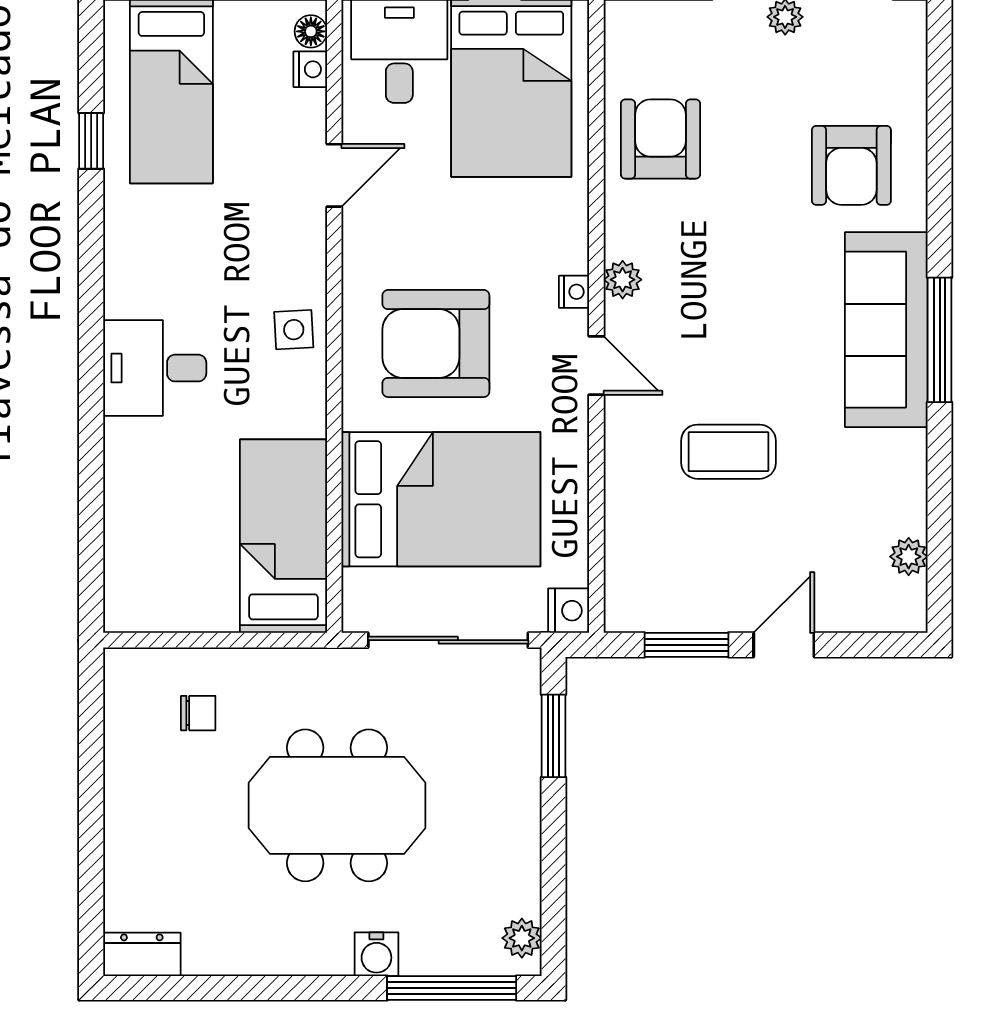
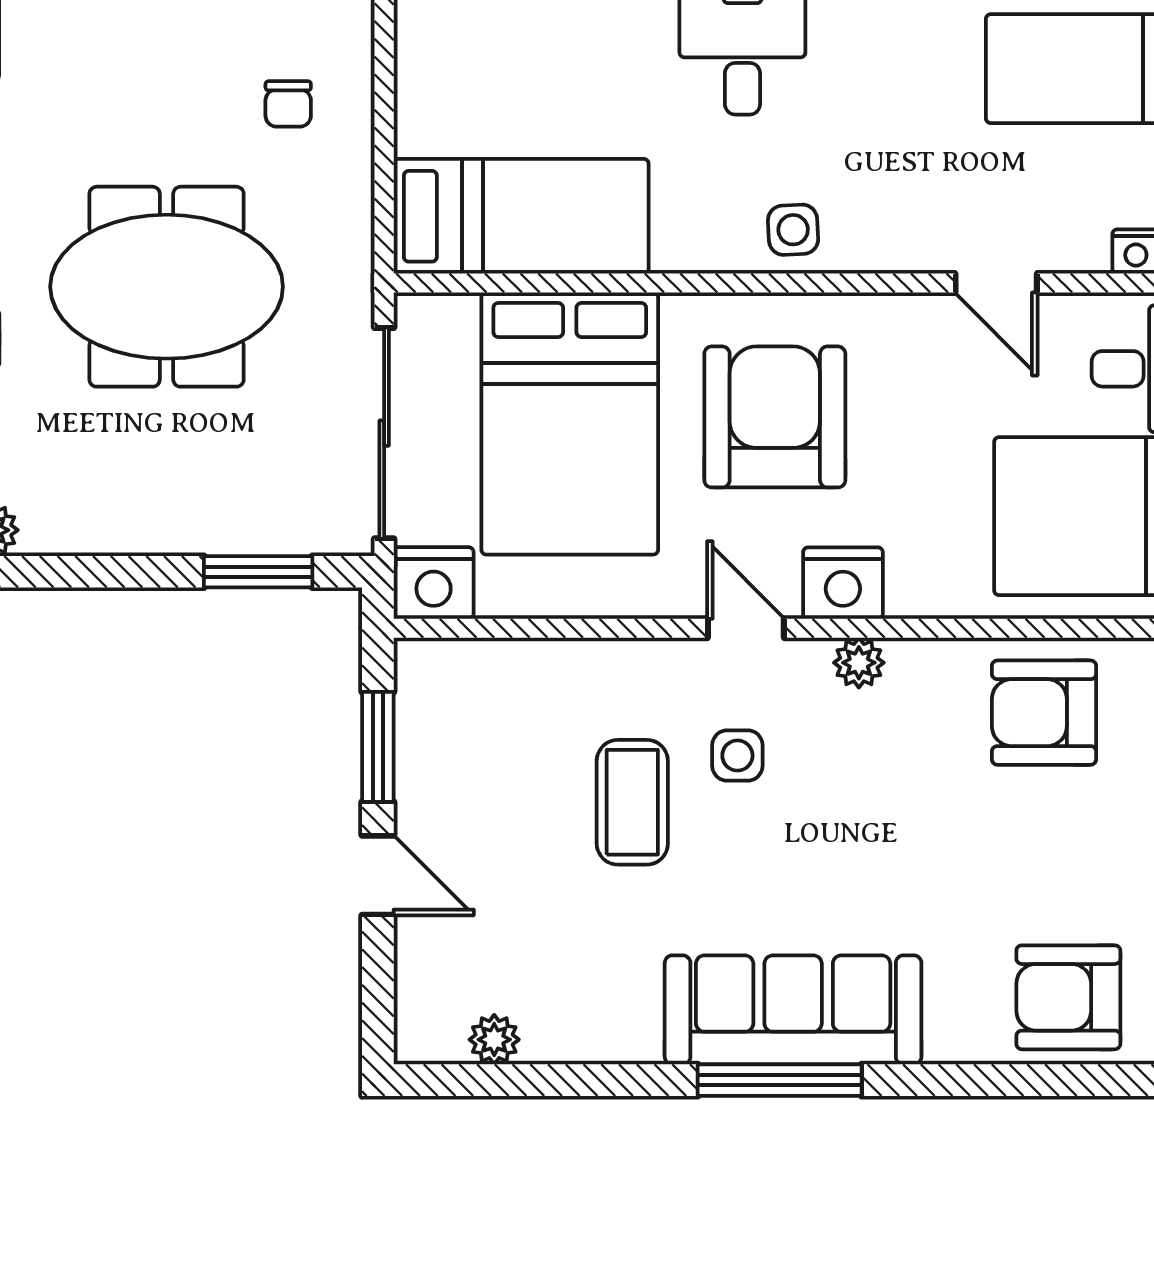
armchair: (660, 139) -> (1044, 713), turned 180
armchair: (851, 165) -> (1068, 997), moved
nightstand: (574, 292) -> (843, 583), width x1.89, depth x1.79
door: (596, 365) -> (746, 628), swing flipped
side table: (693, 372) -> (737, 756), added
nightstand: (569, 611) -> (434, 583), width x1.36, depth x1.33
meeting table: (337, 805) -> (167, 287), turned 90

